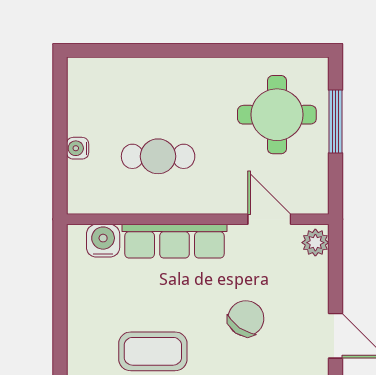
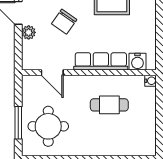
water cooler: (78, 148) -> (151, 81), moved
plant: (315, 243) -> (29, 32), moved

